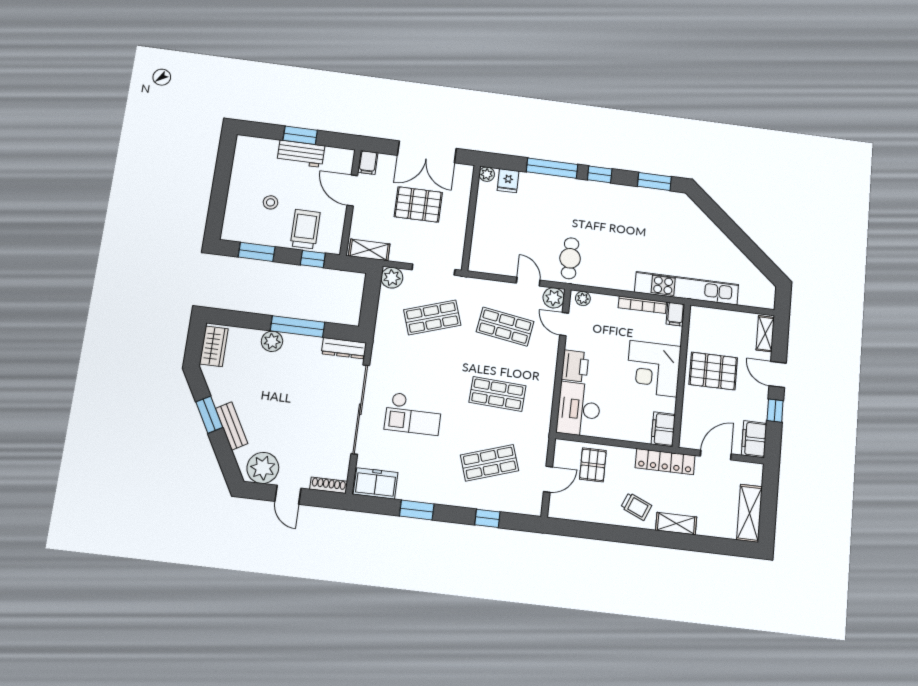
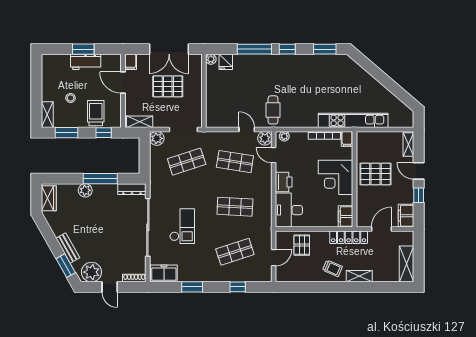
shelving: (231, 222) -> (47, 115), added
checkout: (413, 414) -> (182, 226), turned -90
window: (209, 415) -> (66, 266), moved

